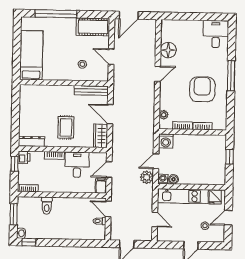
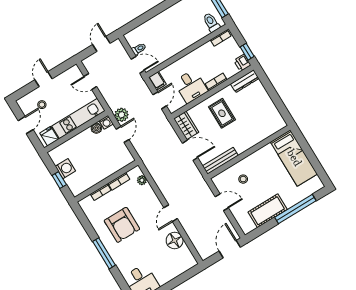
cot: (93, 27) -> (268, 211), moved
washing machine: (166, 141) -> (65, 169), moved, turned 90
toilet: (47, 206) -> (211, 22), moved

